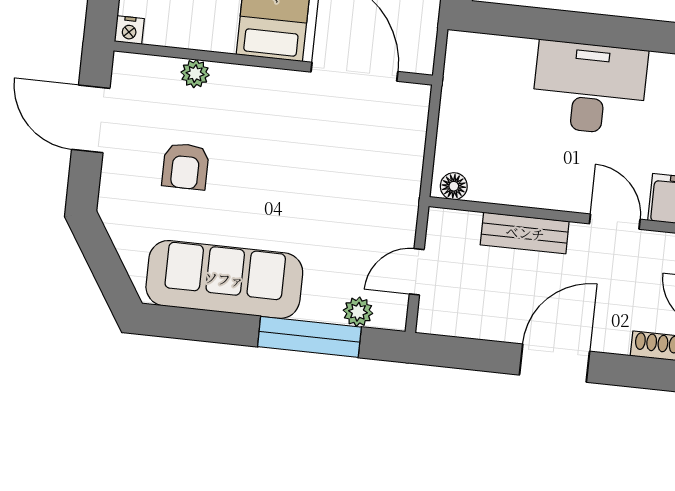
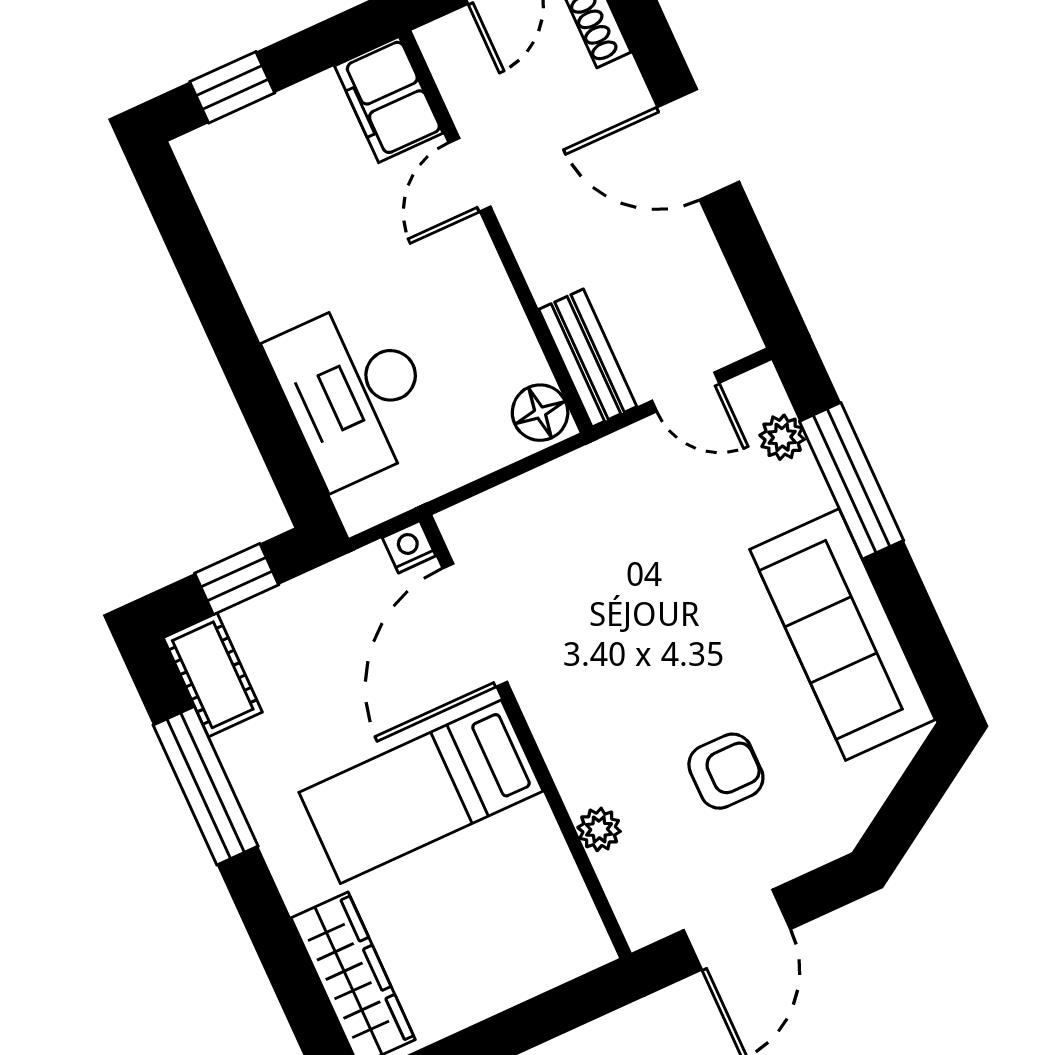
nightstand: (129, 30) -> (409, 547), moved, turned -90
desk: (590, 88) -> (354, 392), moved
floor lamp: (454, 186) -> (540, 413), width x1.37, depth x1.37
bench: (525, 233) -> (588, 358), moved

